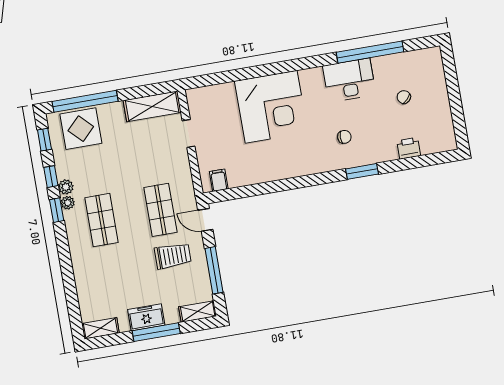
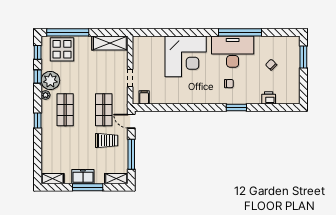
window: (370, 52) -> (240, 32), moved
window: (451, 77) -> (303, 57), added
desk: (349, 80) -> (233, 52), width x1.36, depth x1.30
doorway: (189, 134) -> (130, 78), moved
plant: (66, 187) -> (50, 80), width x1.88, depth x1.88
window: (57, 210) -> (38, 120), moved

